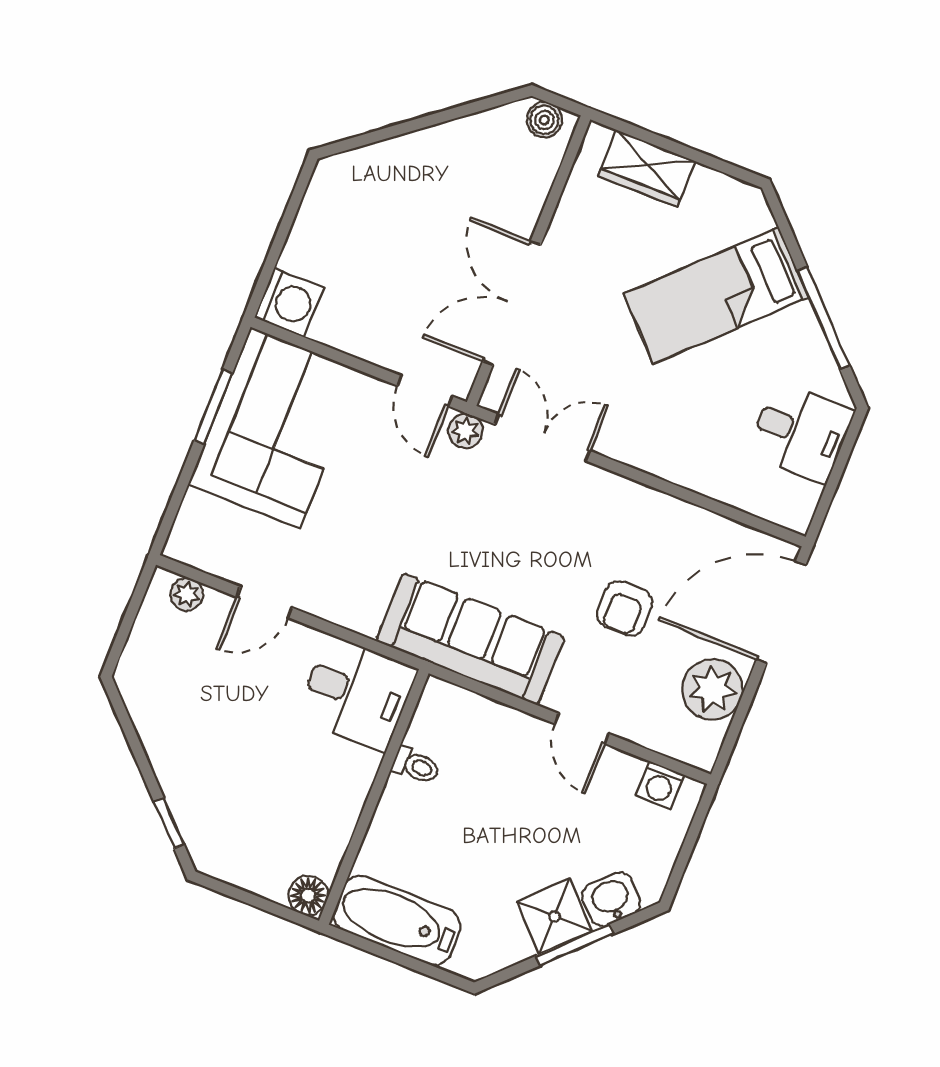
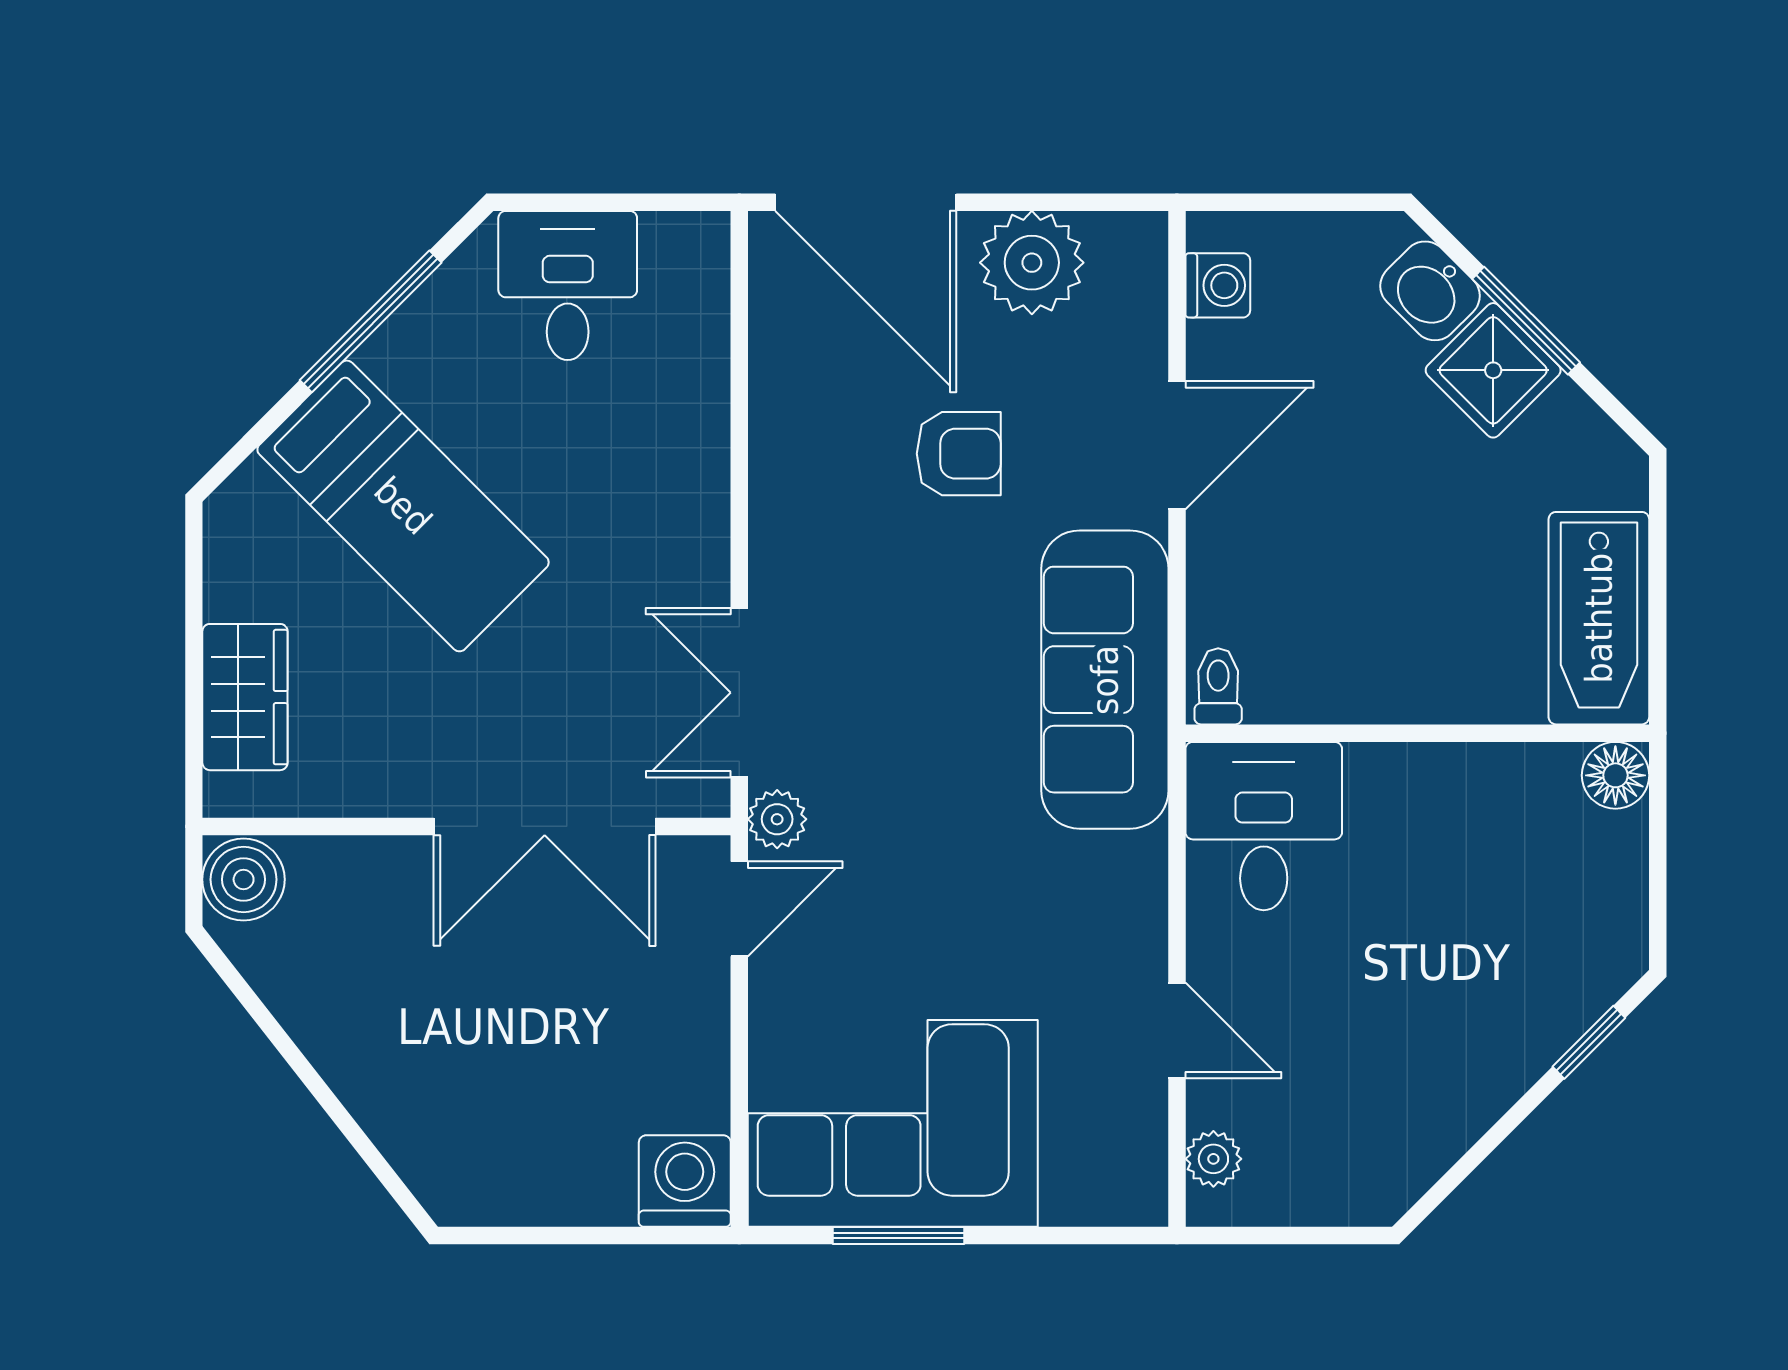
boiler: (544, 120) -> (244, 879), width x1.36, depth x1.36
door: (582, 729) -> (1177, 445), width x1.38
toilet: (416, 766) -> (1218, 686), moved

